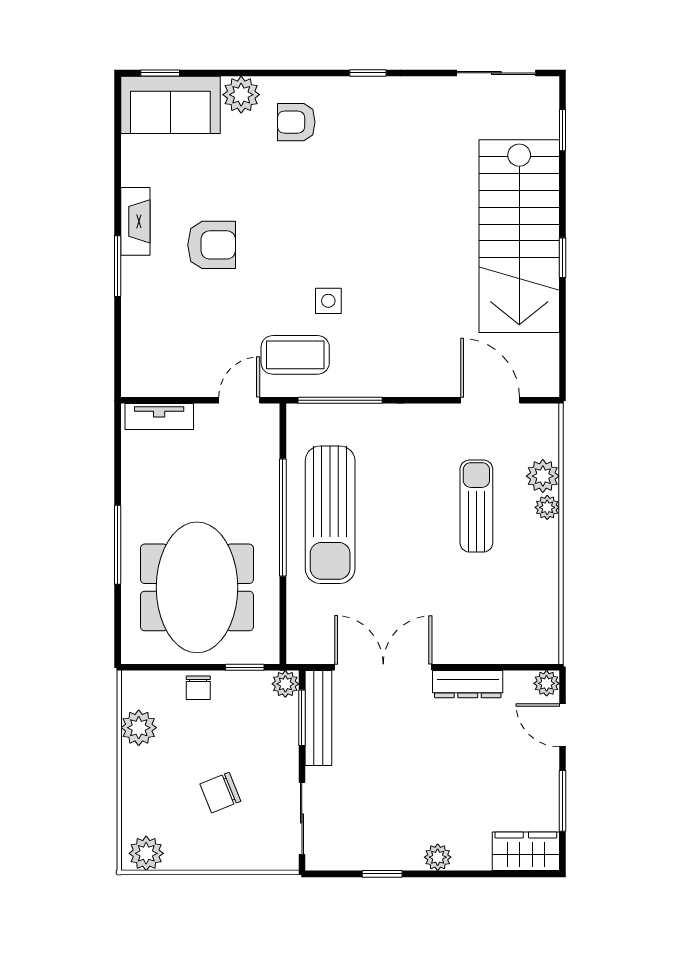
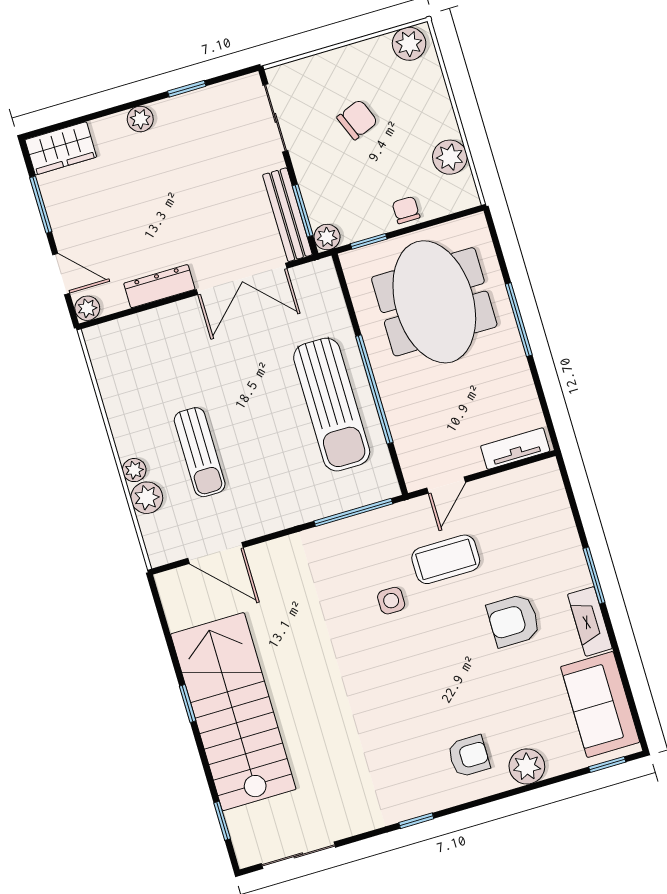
sofa: (170, 105) -> (600, 704), moved, turned -90
coffee table: (295, 355) -> (446, 559), moved
sun lounger: (330, 515) -> (332, 405), turned 180

